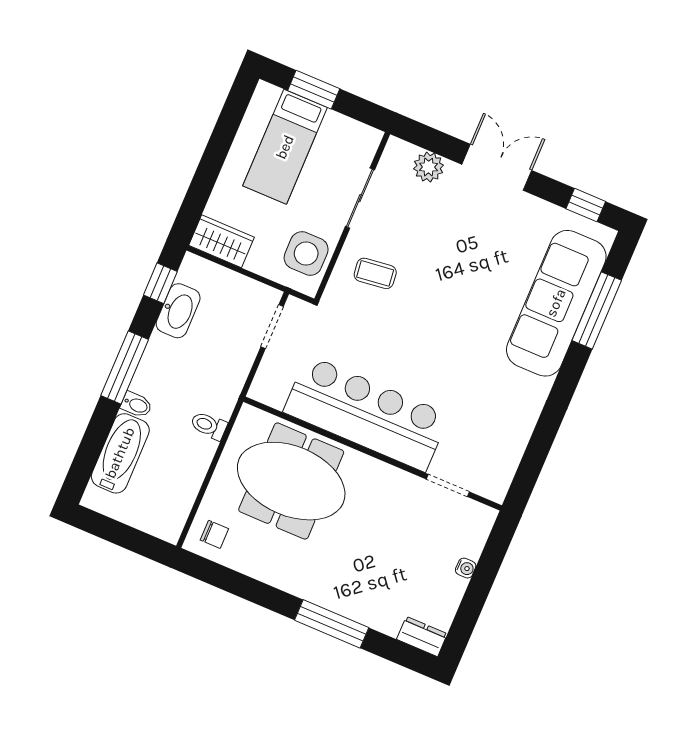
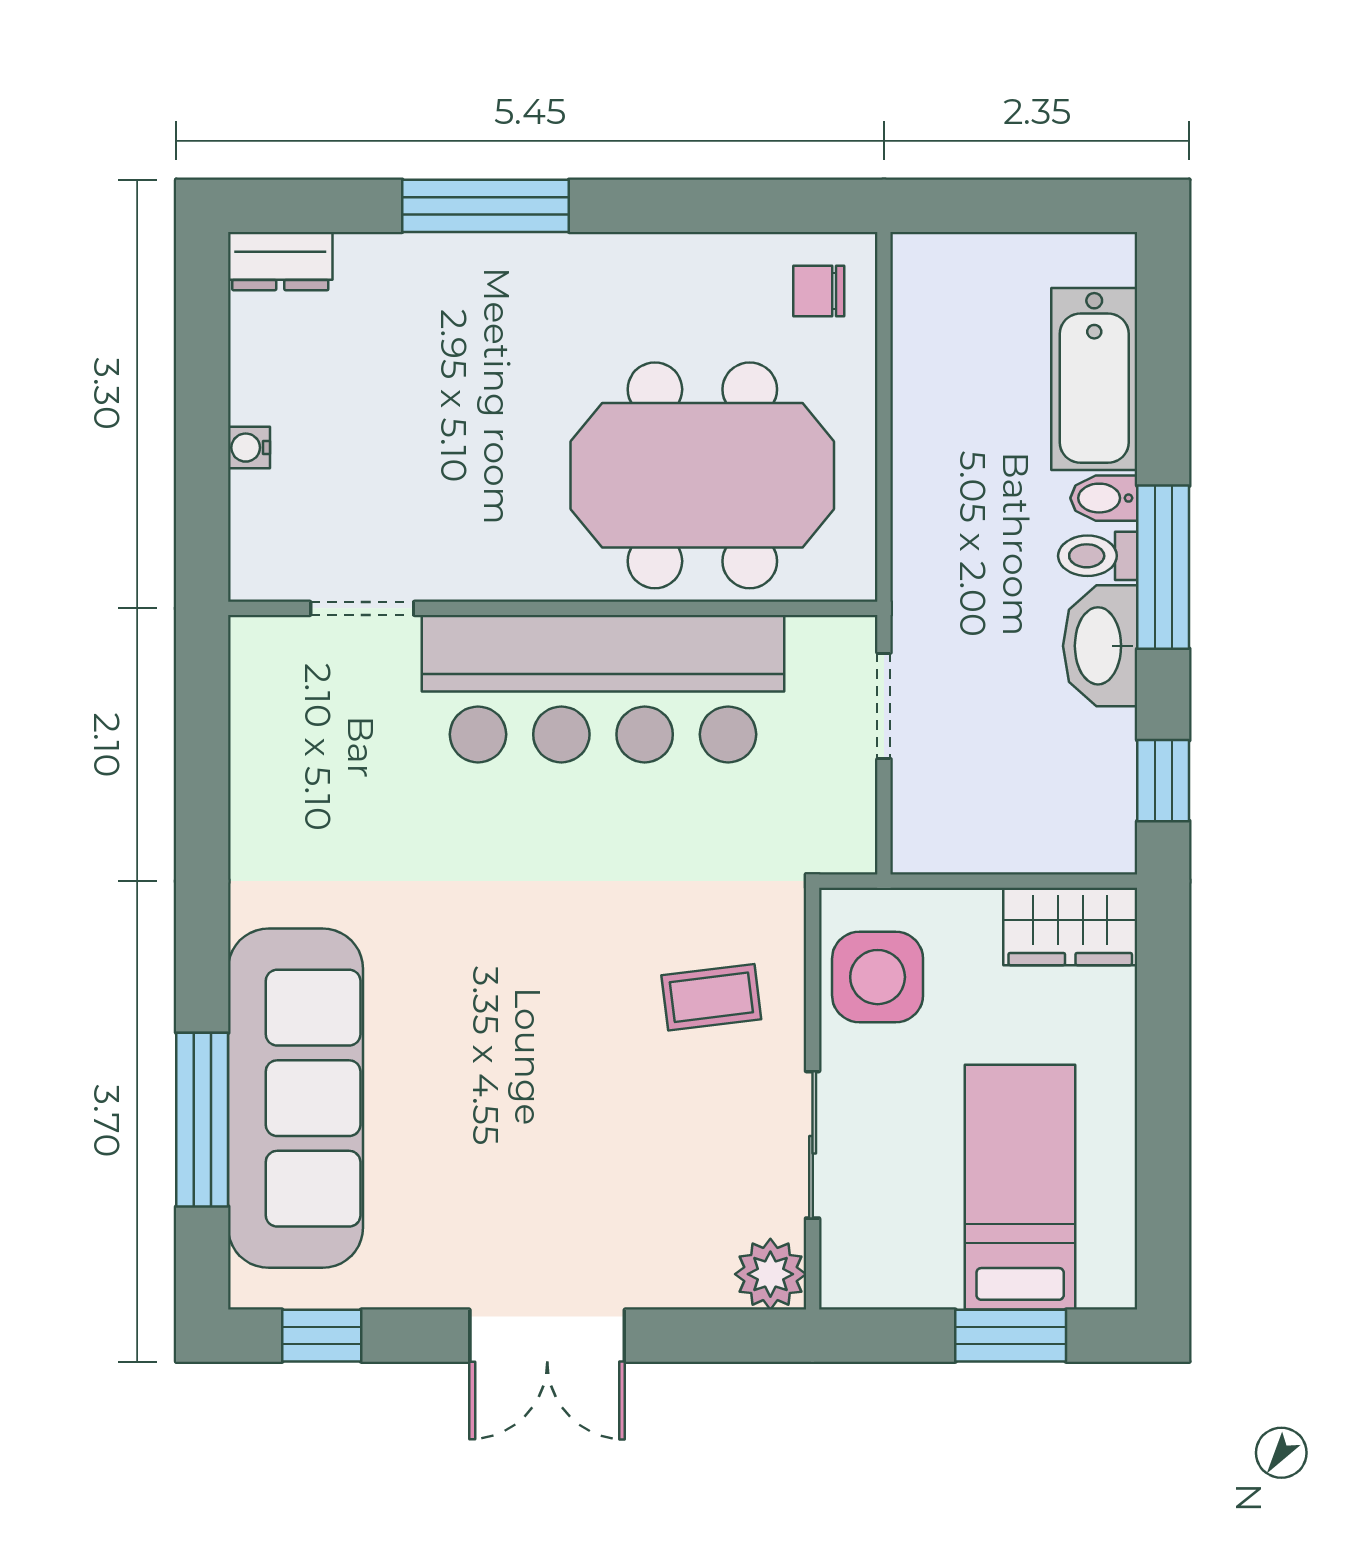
plant: (429, 167) -> (770, 1274), moved
washbasin: (178, 311) -> (1100, 646), moved
doorway: (272, 327) -> (884, 706), moved
toilet: (209, 426) -> (1098, 556), moved, turned 180

